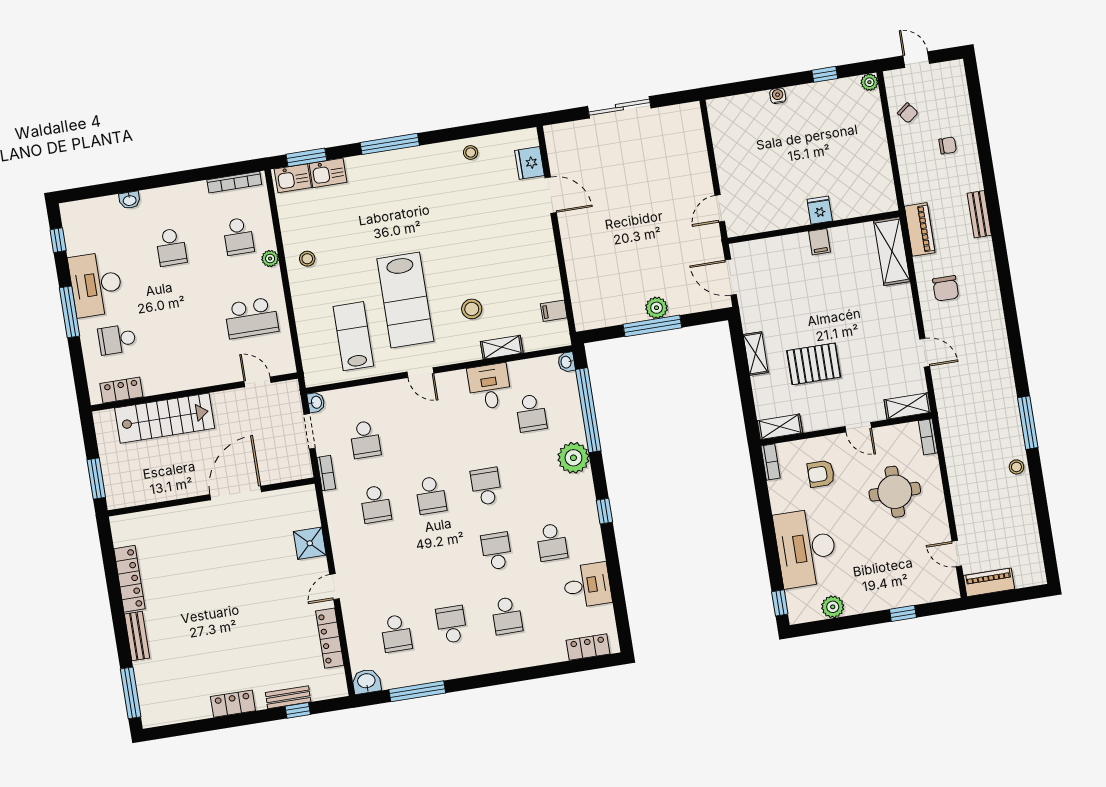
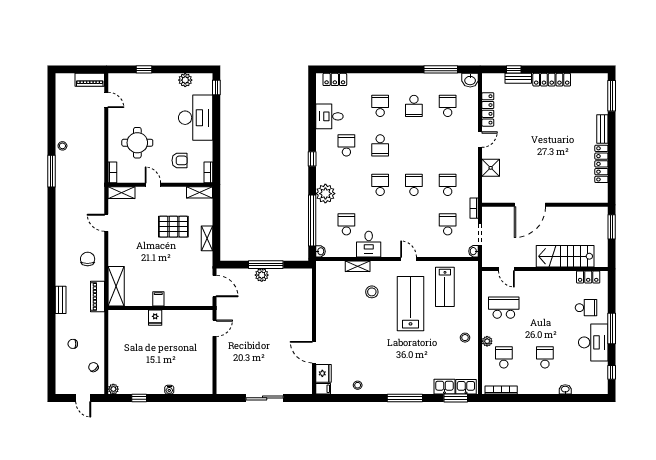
filing cabinet: (554, 311) -> (323, 389), moved
school desk: (486, 486) -> (380, 185), turned 180
locker: (233, 704) -> (552, 80), width x1.53

